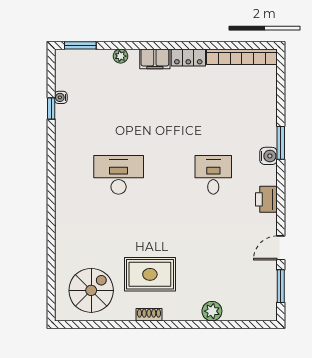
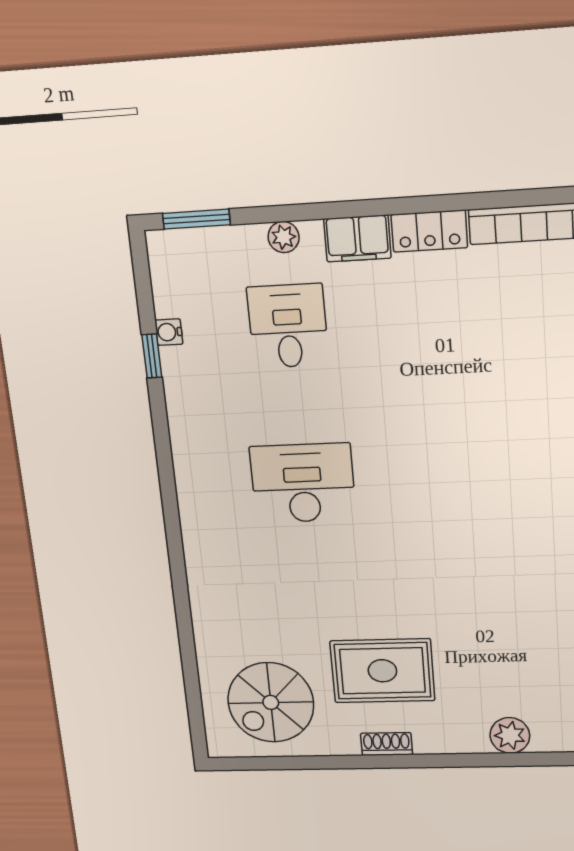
desk: (213, 175) -> (288, 326), moved
spiral stairs: (91, 290) -> (271, 702), turned 180

